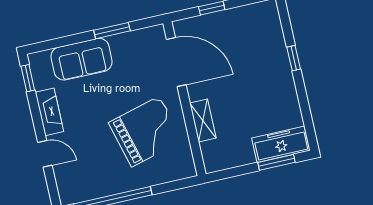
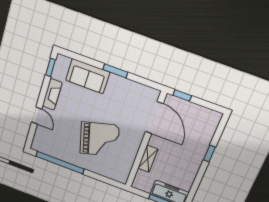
door: (176, 62) -> (154, 118), moved
wall: (185, 99) -> (145, 141), moved
shelving: (203, 121) -> (148, 159), moved

